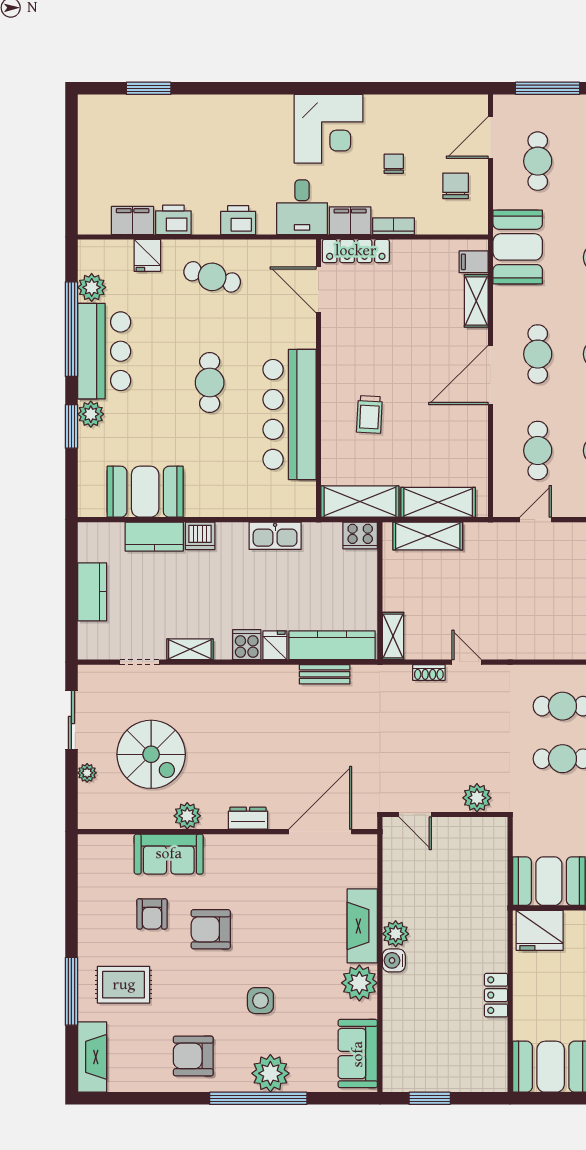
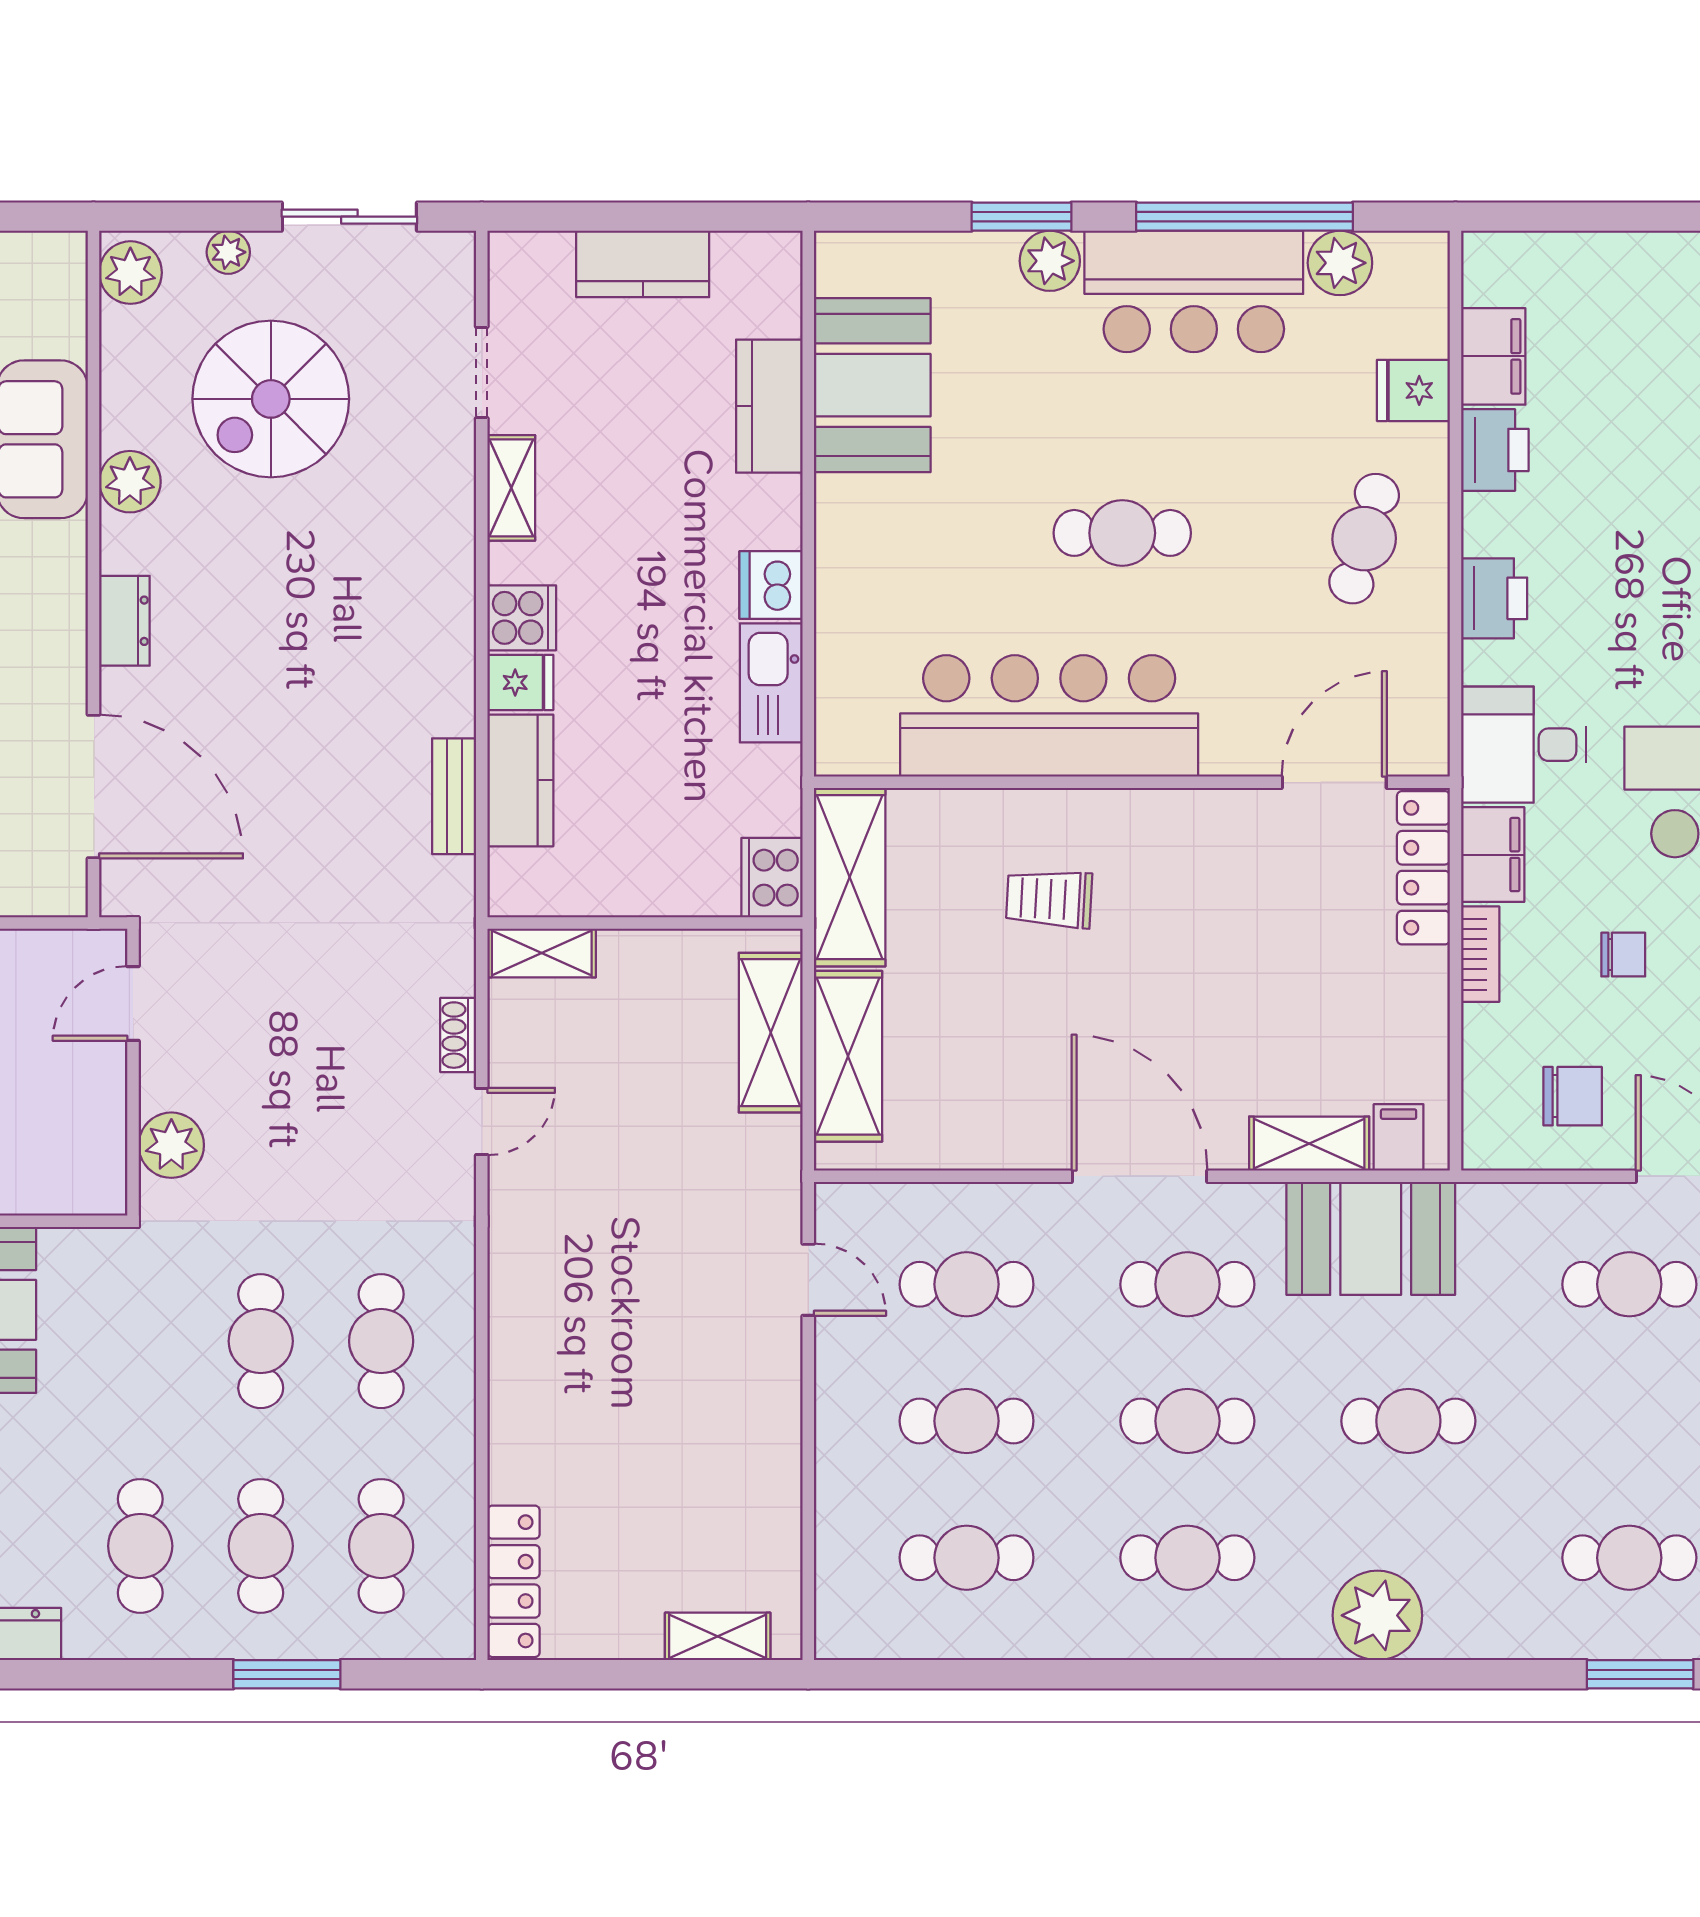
booth: (518, 247) -> (1371, 1238), moved
dishwasher: (200, 536) -> (771, 585), moved
kitchen counter: (332, 645) -> (520, 780), width x0.67
plant: (96, 816) -> (130, 273), added

